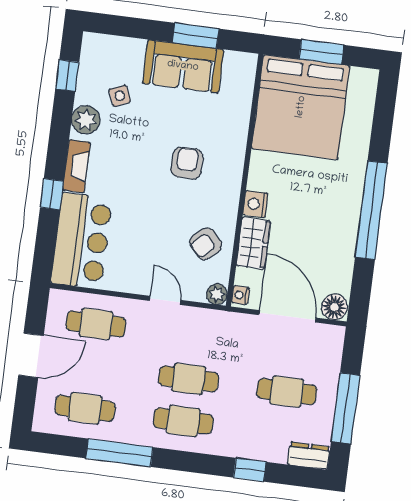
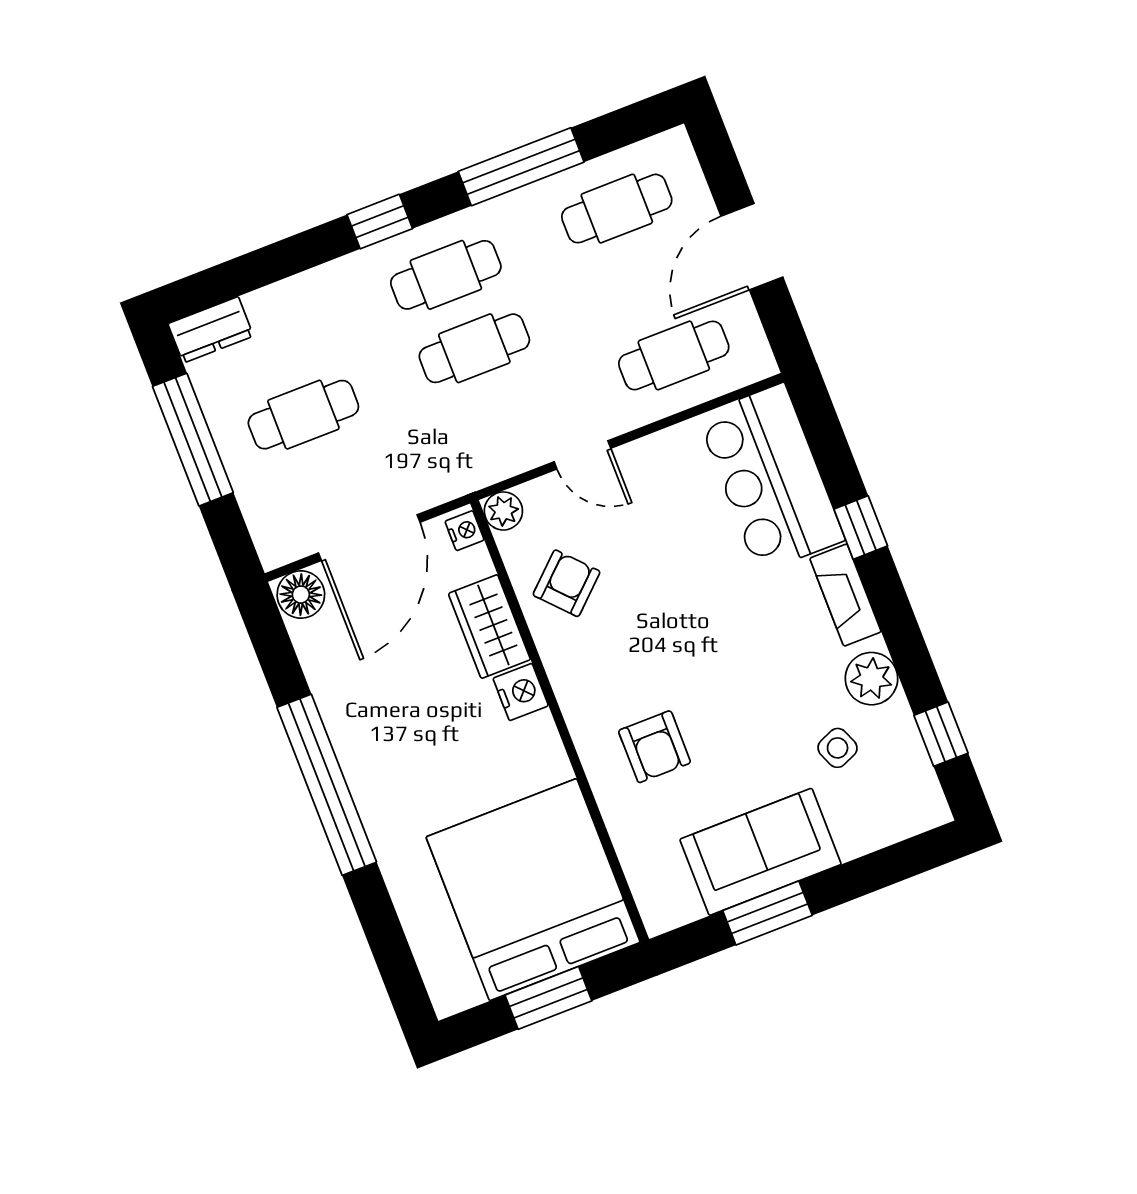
armchair: (187, 163) -> (655, 747), moved
door: (287, 316) -> (369, 538), hinge flipped
window: (250, 470) -> (380, 222), moved

